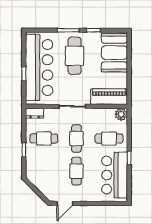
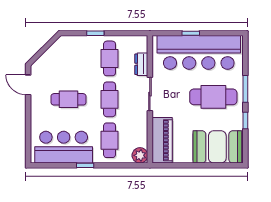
dresser: (35, 113) -> (141, 64), moved
cafe table: (76, 138) -> (110, 99), turned 90

